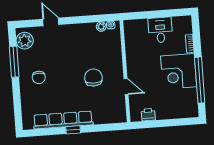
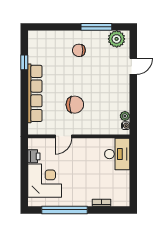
desk: (160, 30) -> (117, 154), moved, width x1.37
corner desk: (179, 71) -> (45, 181), moved, turned 90
row of seats: (63, 120) -> (35, 93), moved
window: (73, 130) -> (24, 62), moved

